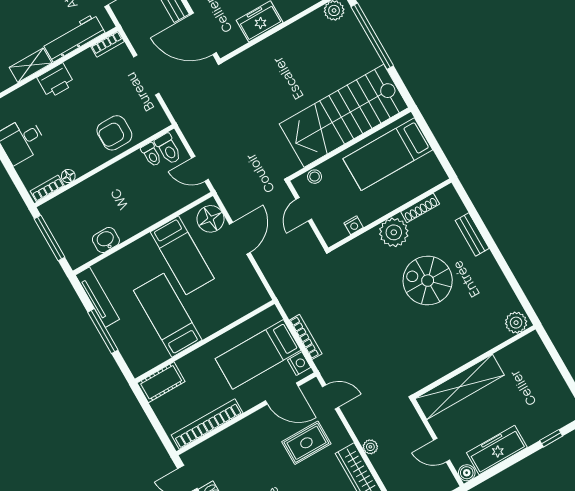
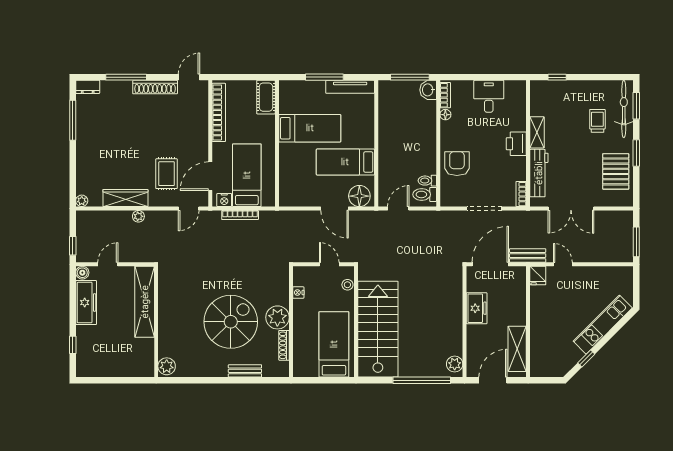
washbasin: (106, 240) -> (428, 90), moved, turned 180
spiral stairs: (428, 281) -> (231, 322), width x1.37, depth x1.37

